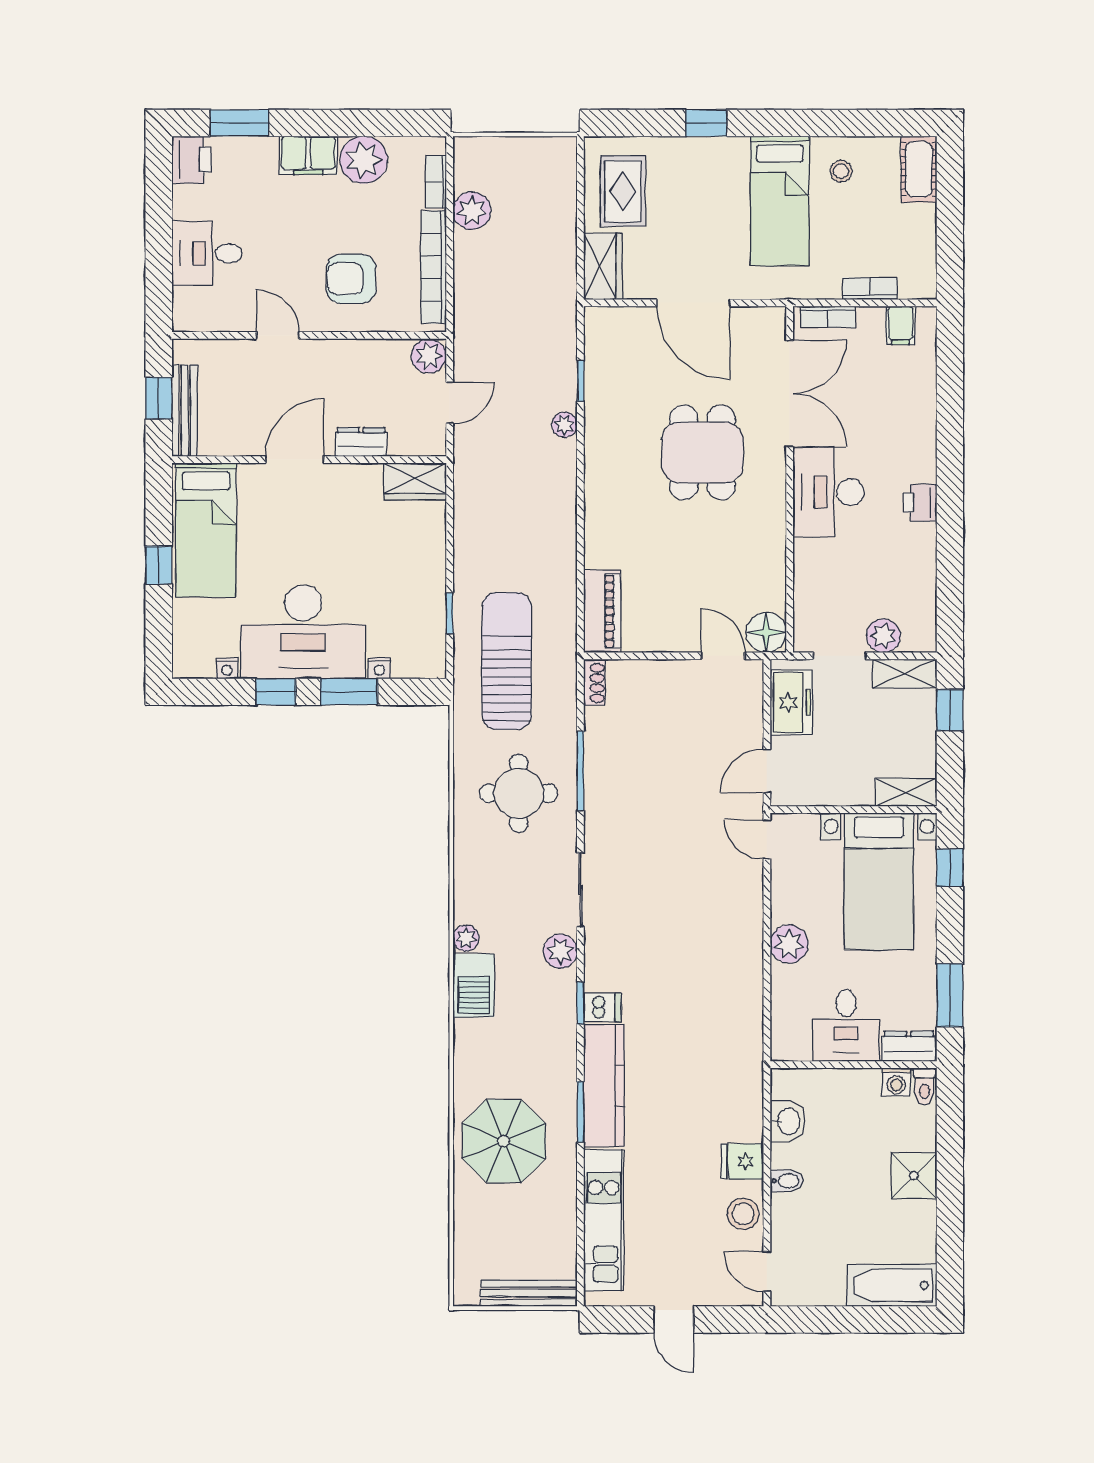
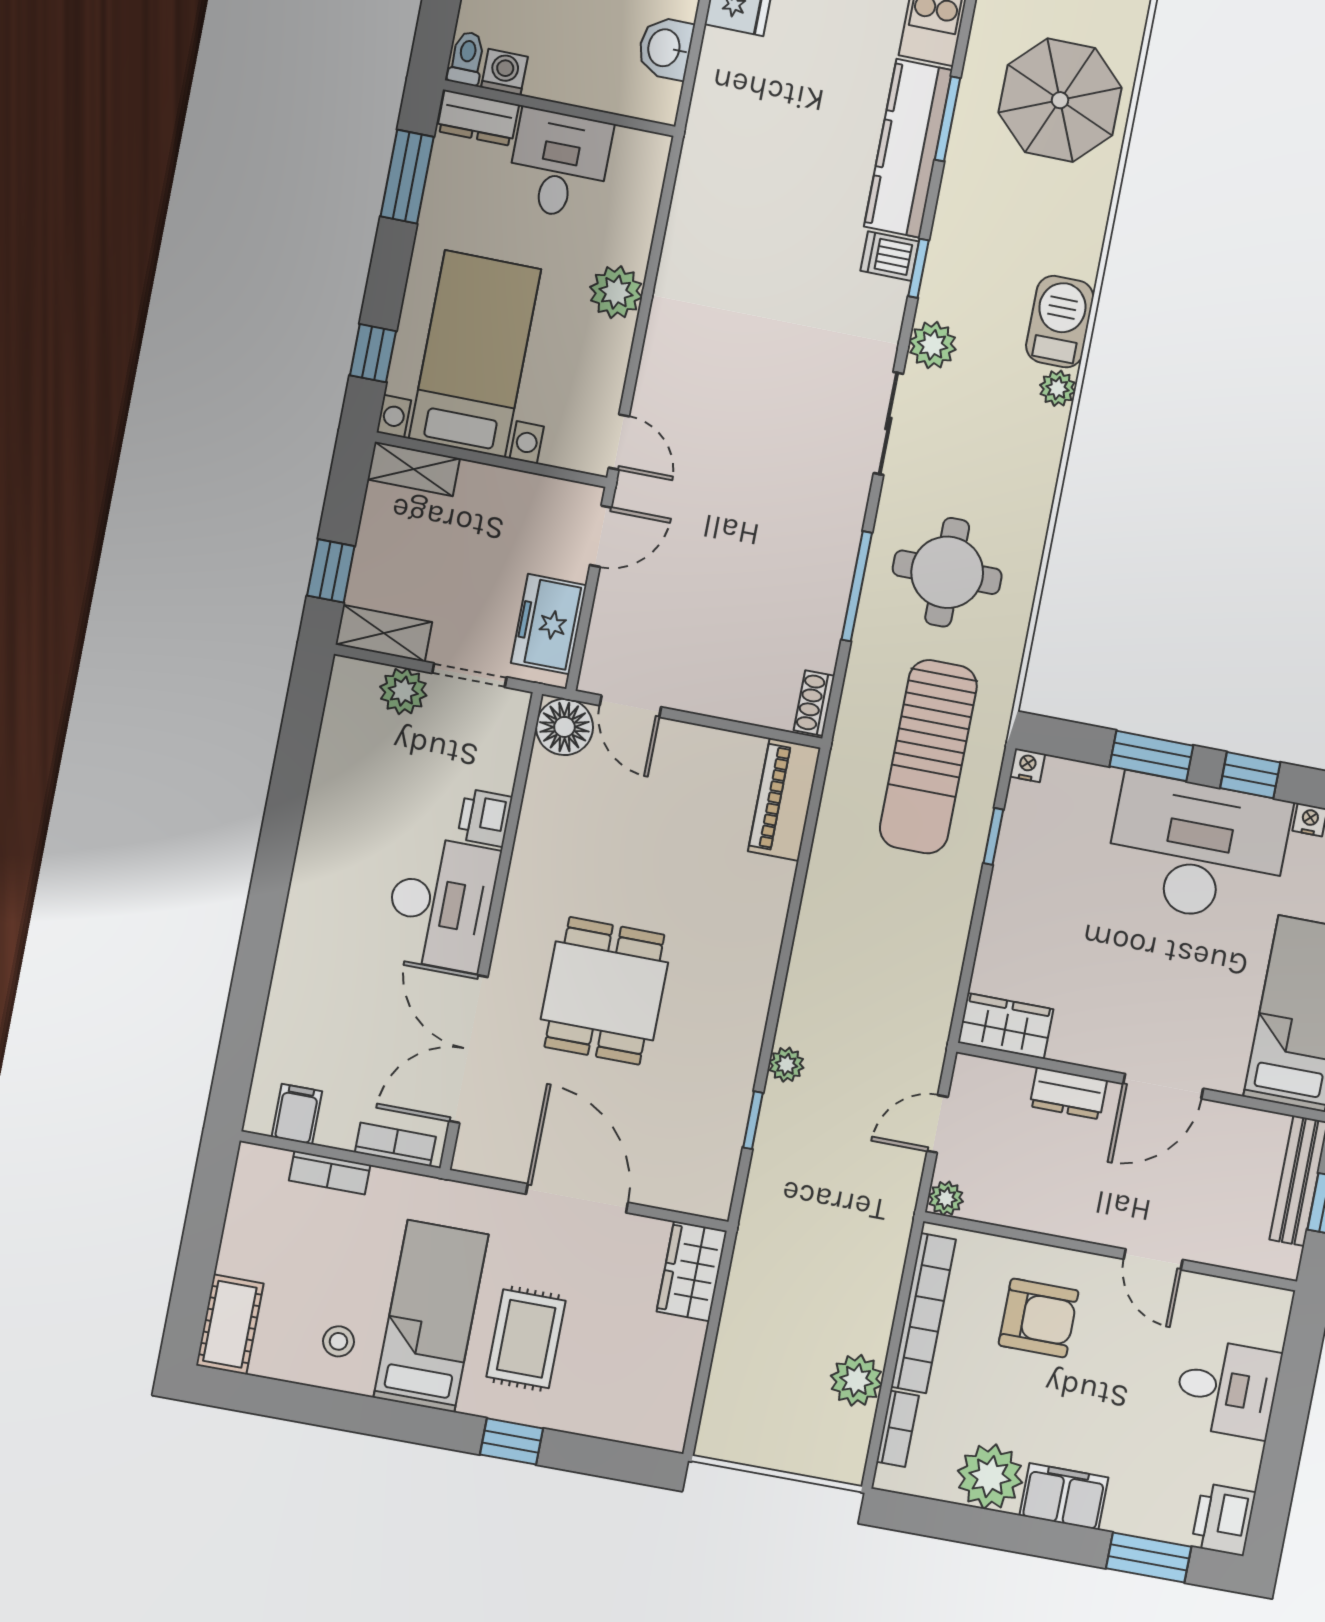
rug: (623, 191) -> (526, 1339), moved
plant: (429, 356) -> (946, 1198), width x0.73, depth x0.73
printer: (920, 503) -> (485, 818), moved, turned 180
nightstand: (379, 668) -> (1027, 765), moved

